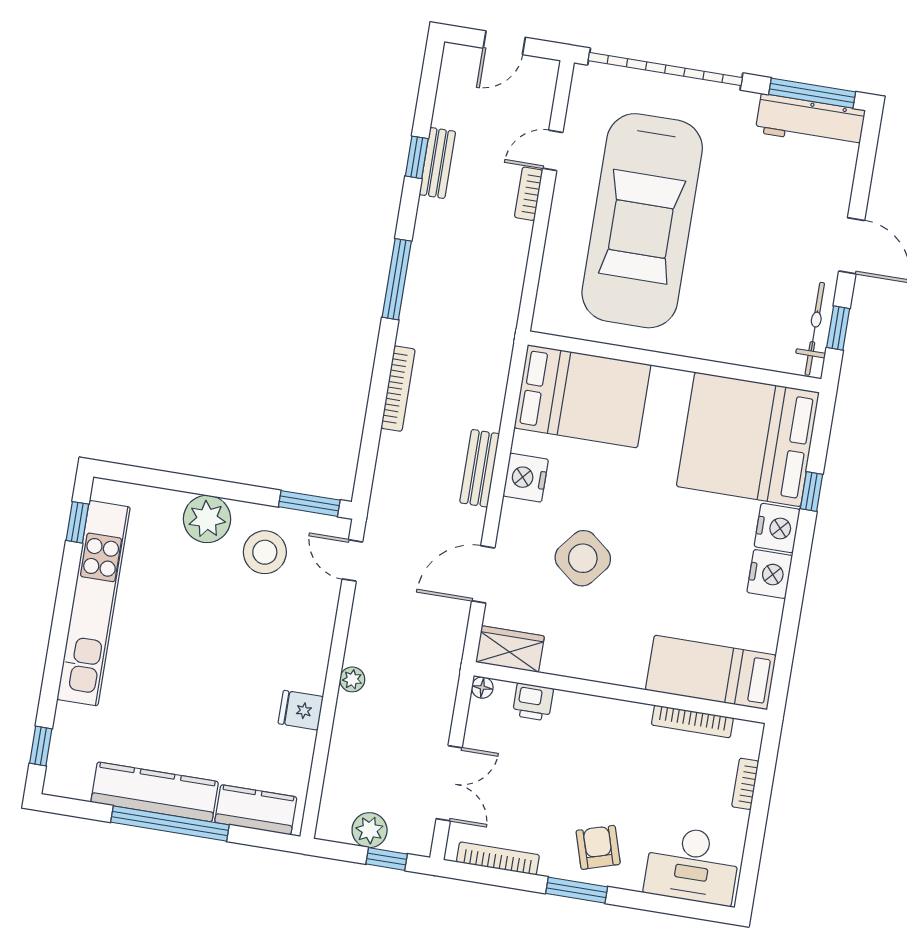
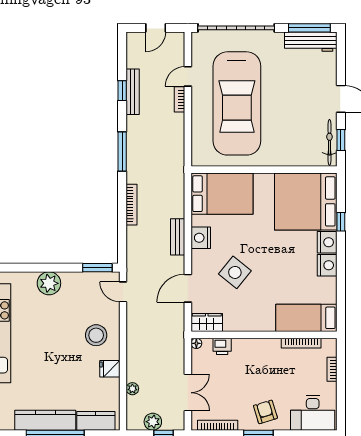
bench: (437, 163) -> (133, 92), width x1.36
stool: (265, 552) -> (96, 335), moved
plant: (352, 679) -> (132, 389), moved

